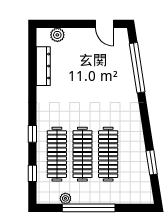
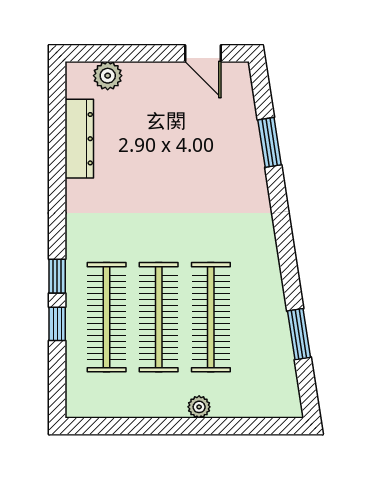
window: (137, 68) -> (270, 142), width x0.47
window: (32, 173) -> (57, 324), moved
plant: (65, 198) -> (199, 407), moved
window: (89, 208) -> (171, 426), removed

